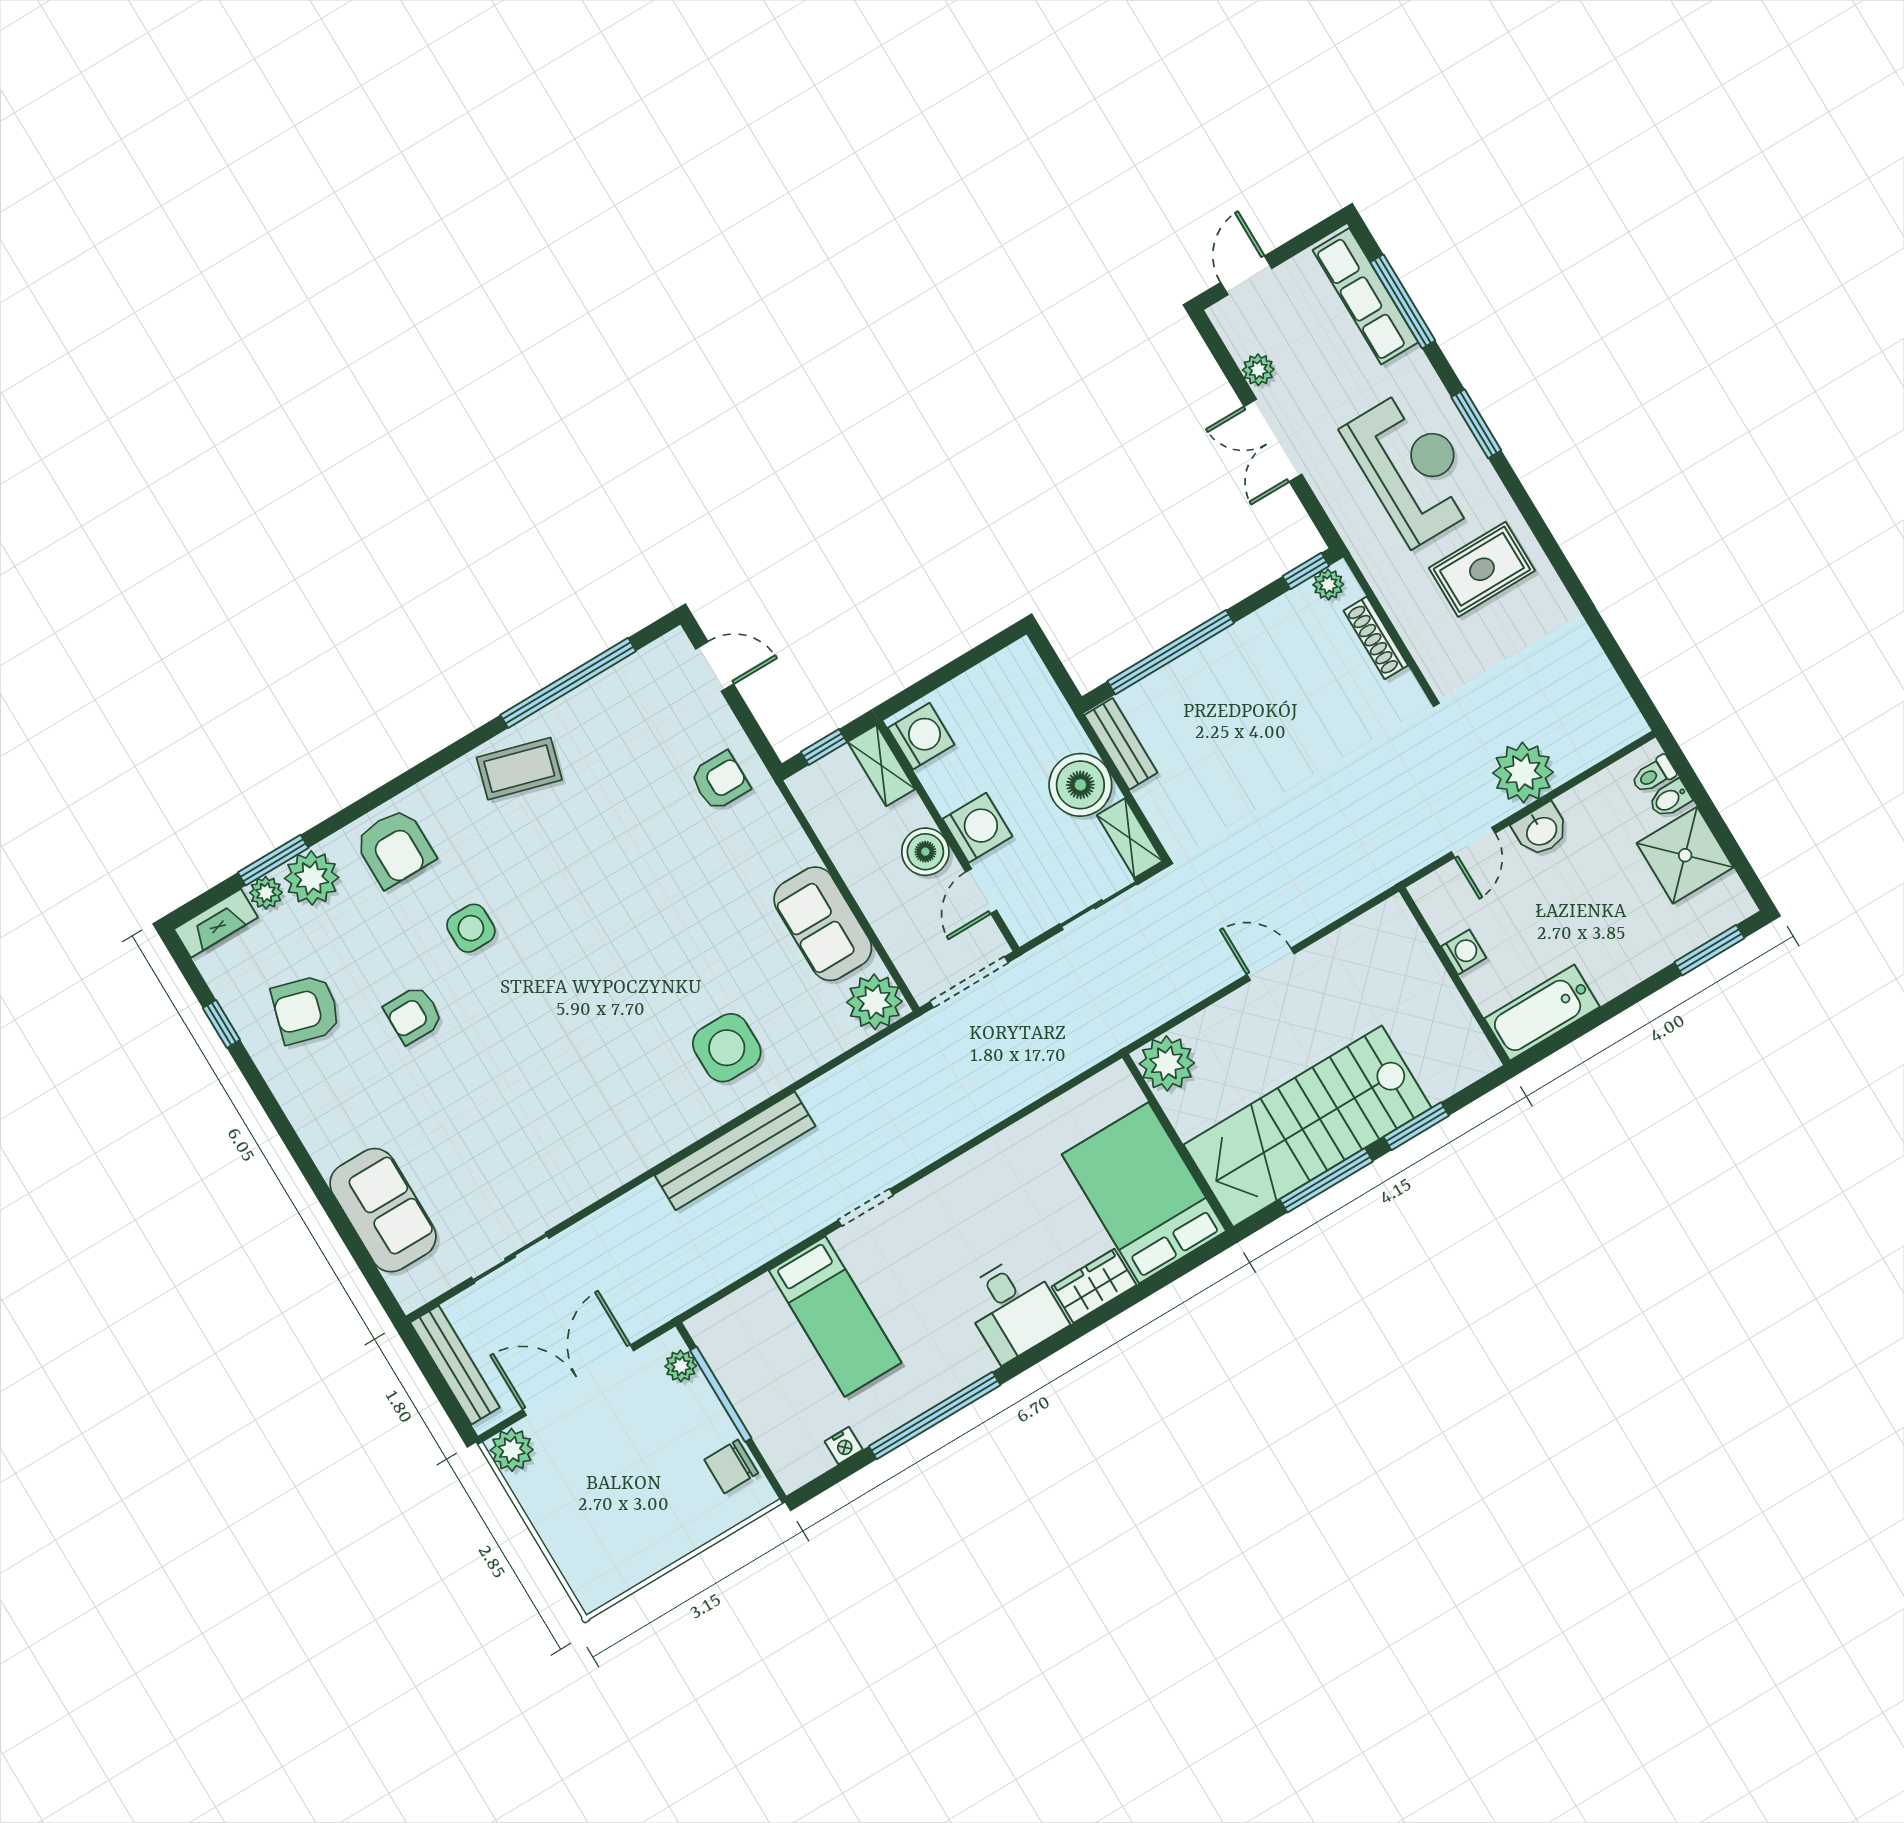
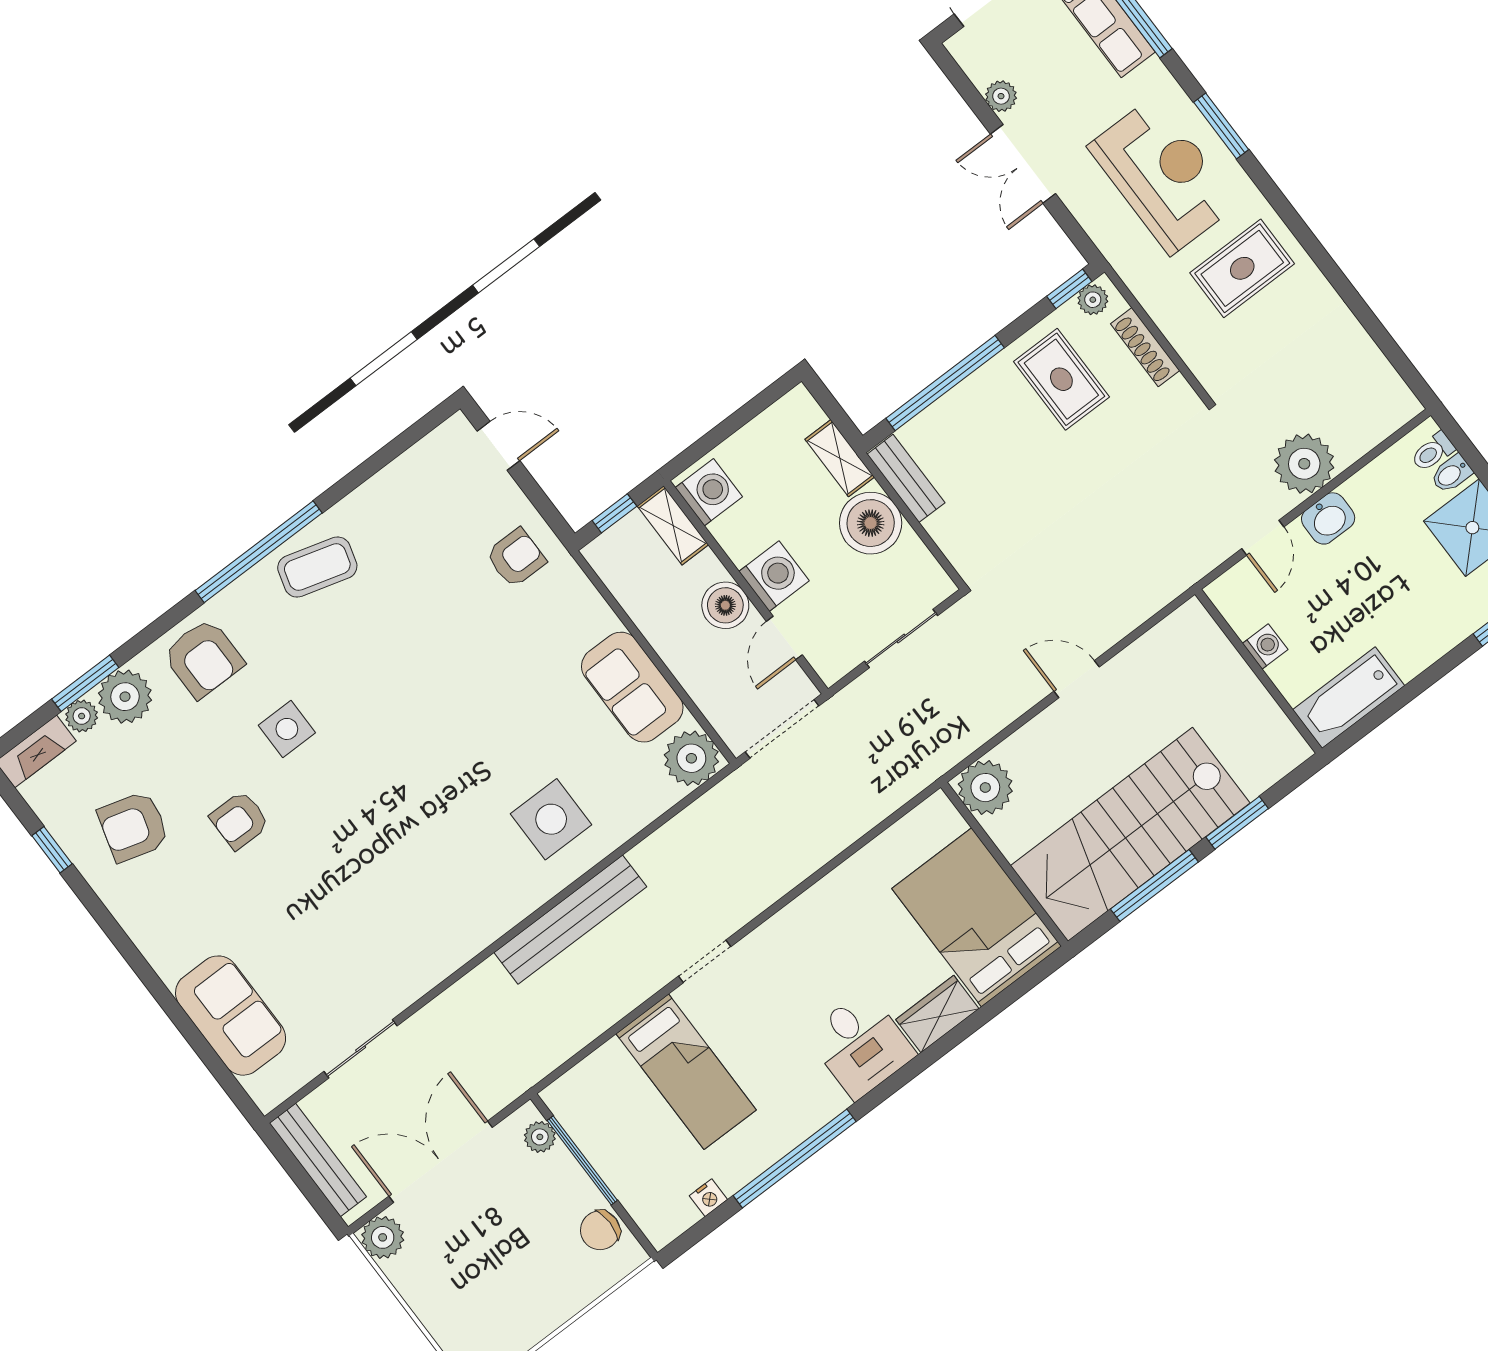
rug: (1288, 661) -> (1061, 379), added
window: (568, 683) -> (259, 552), moved
shelving: (1130, 838) -> (840, 458), moved

